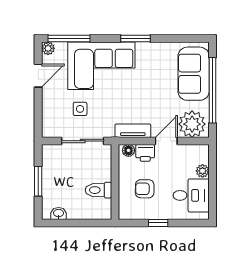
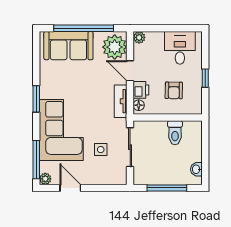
plant: (203, 171) -> (139, 37), moved
window: (38, 181) -> (167, 188), width x1.44

